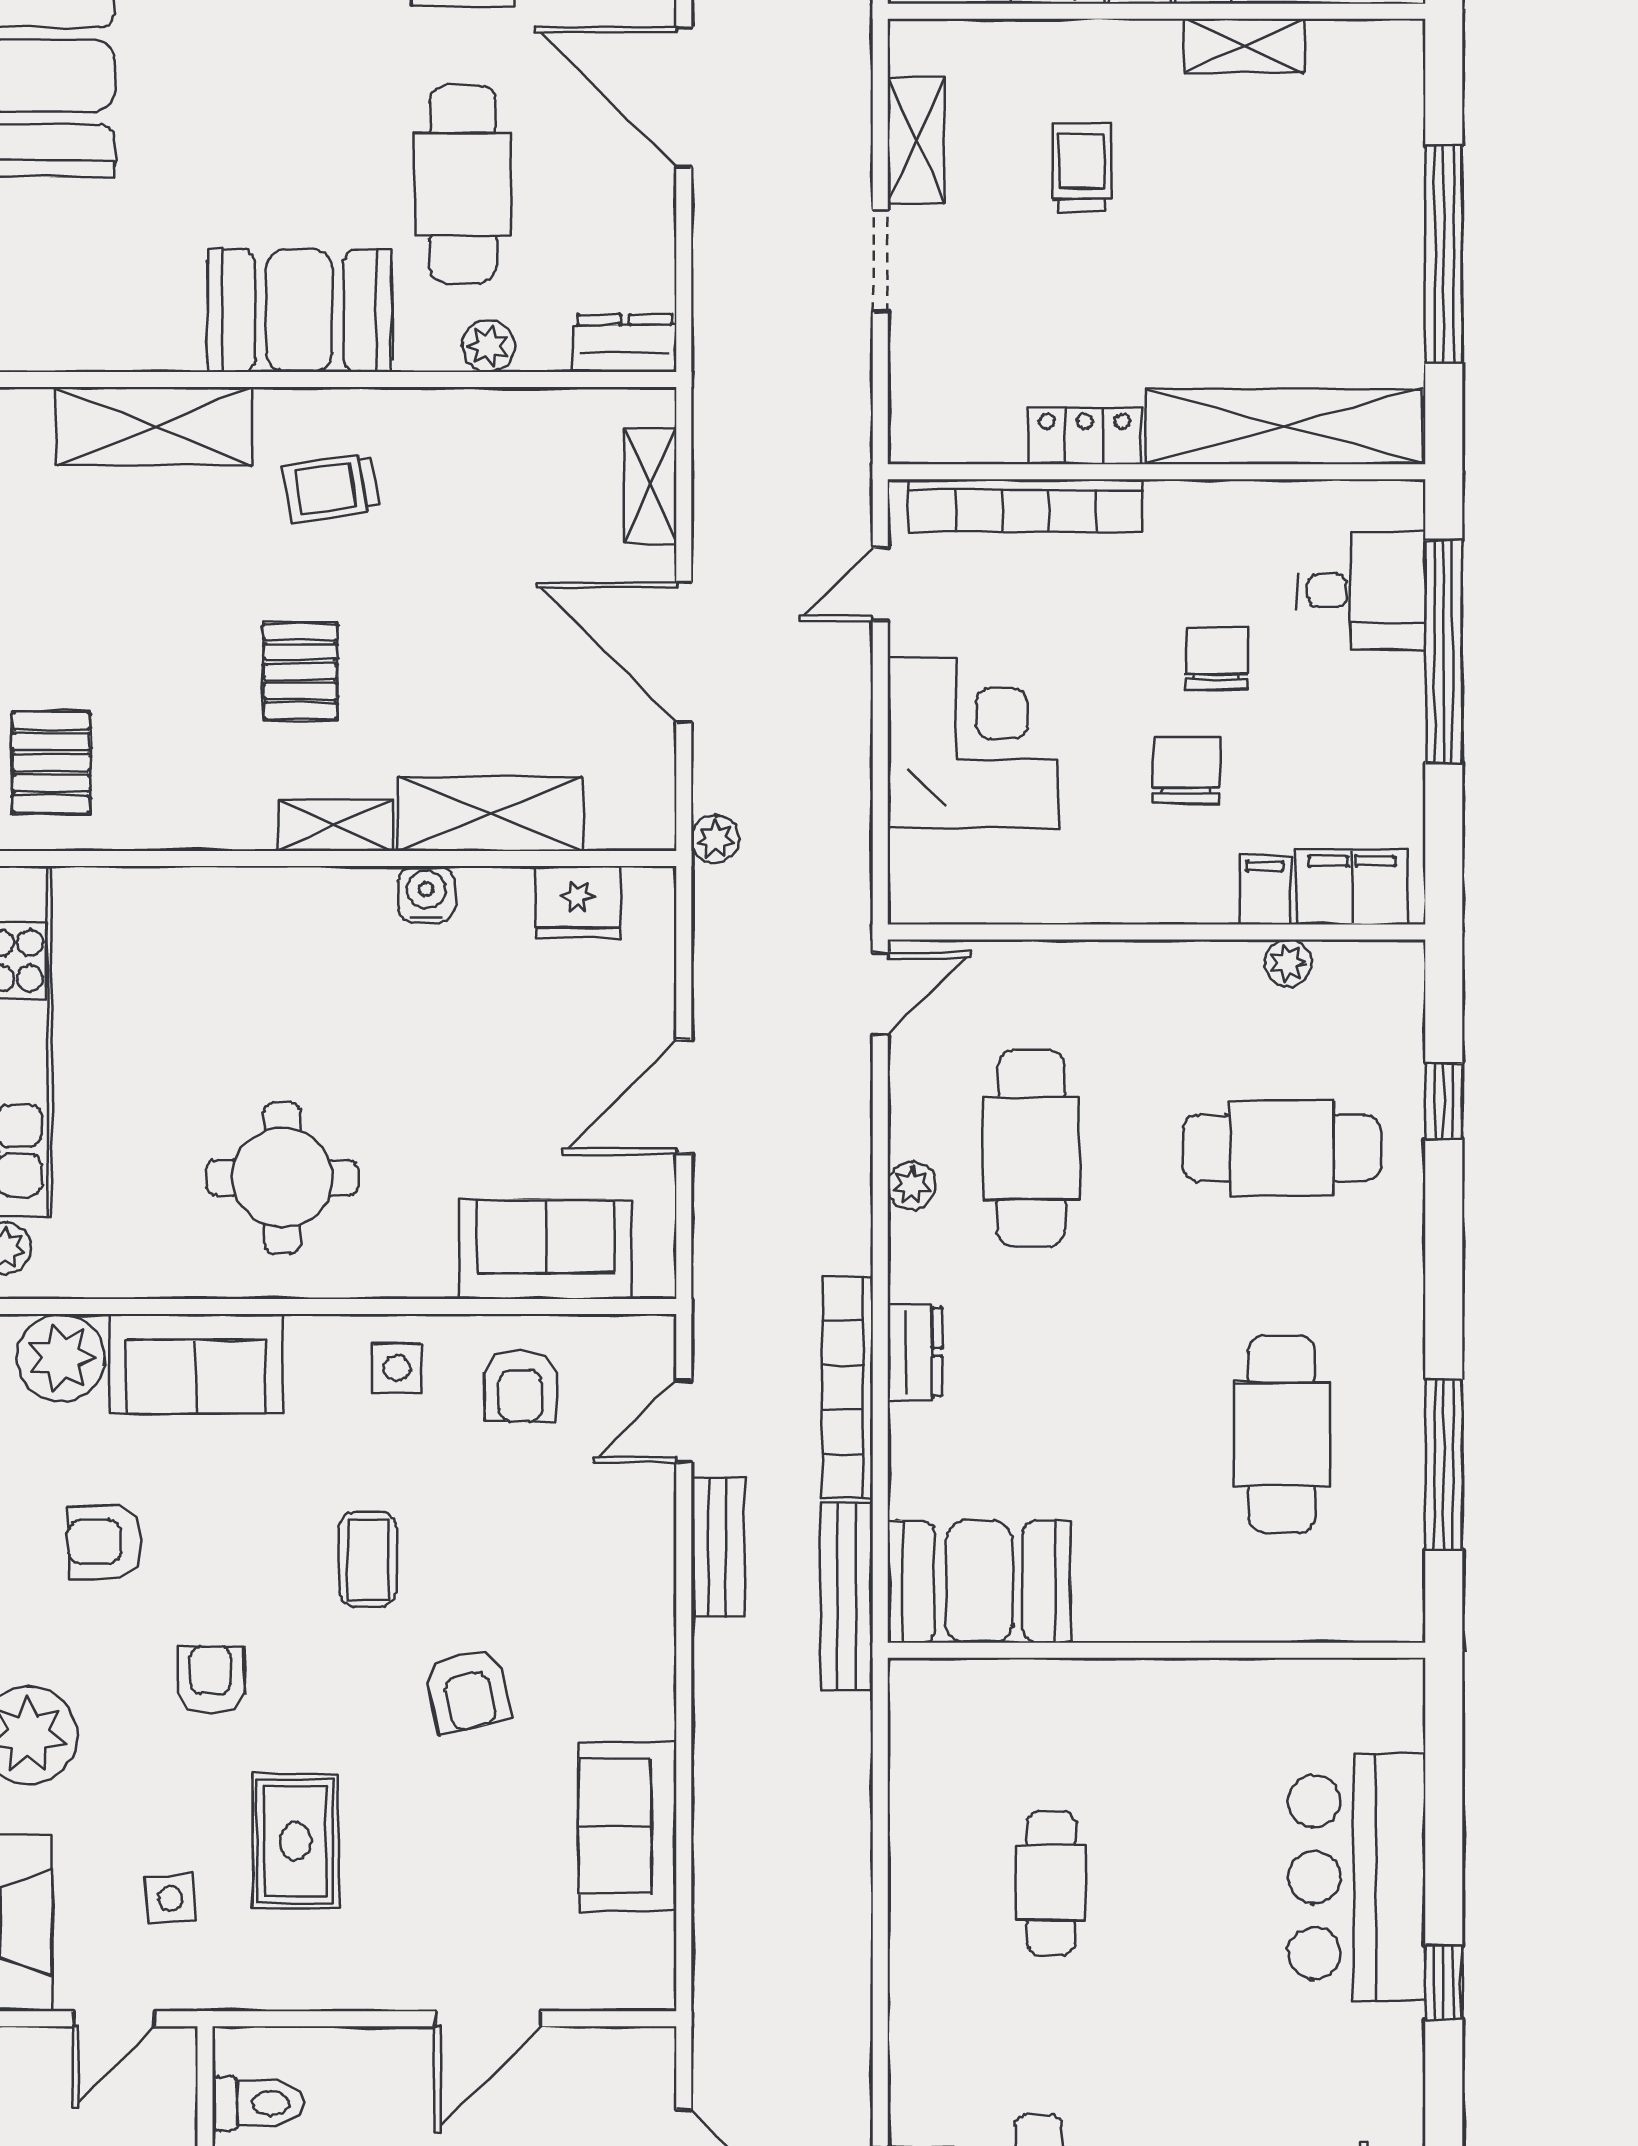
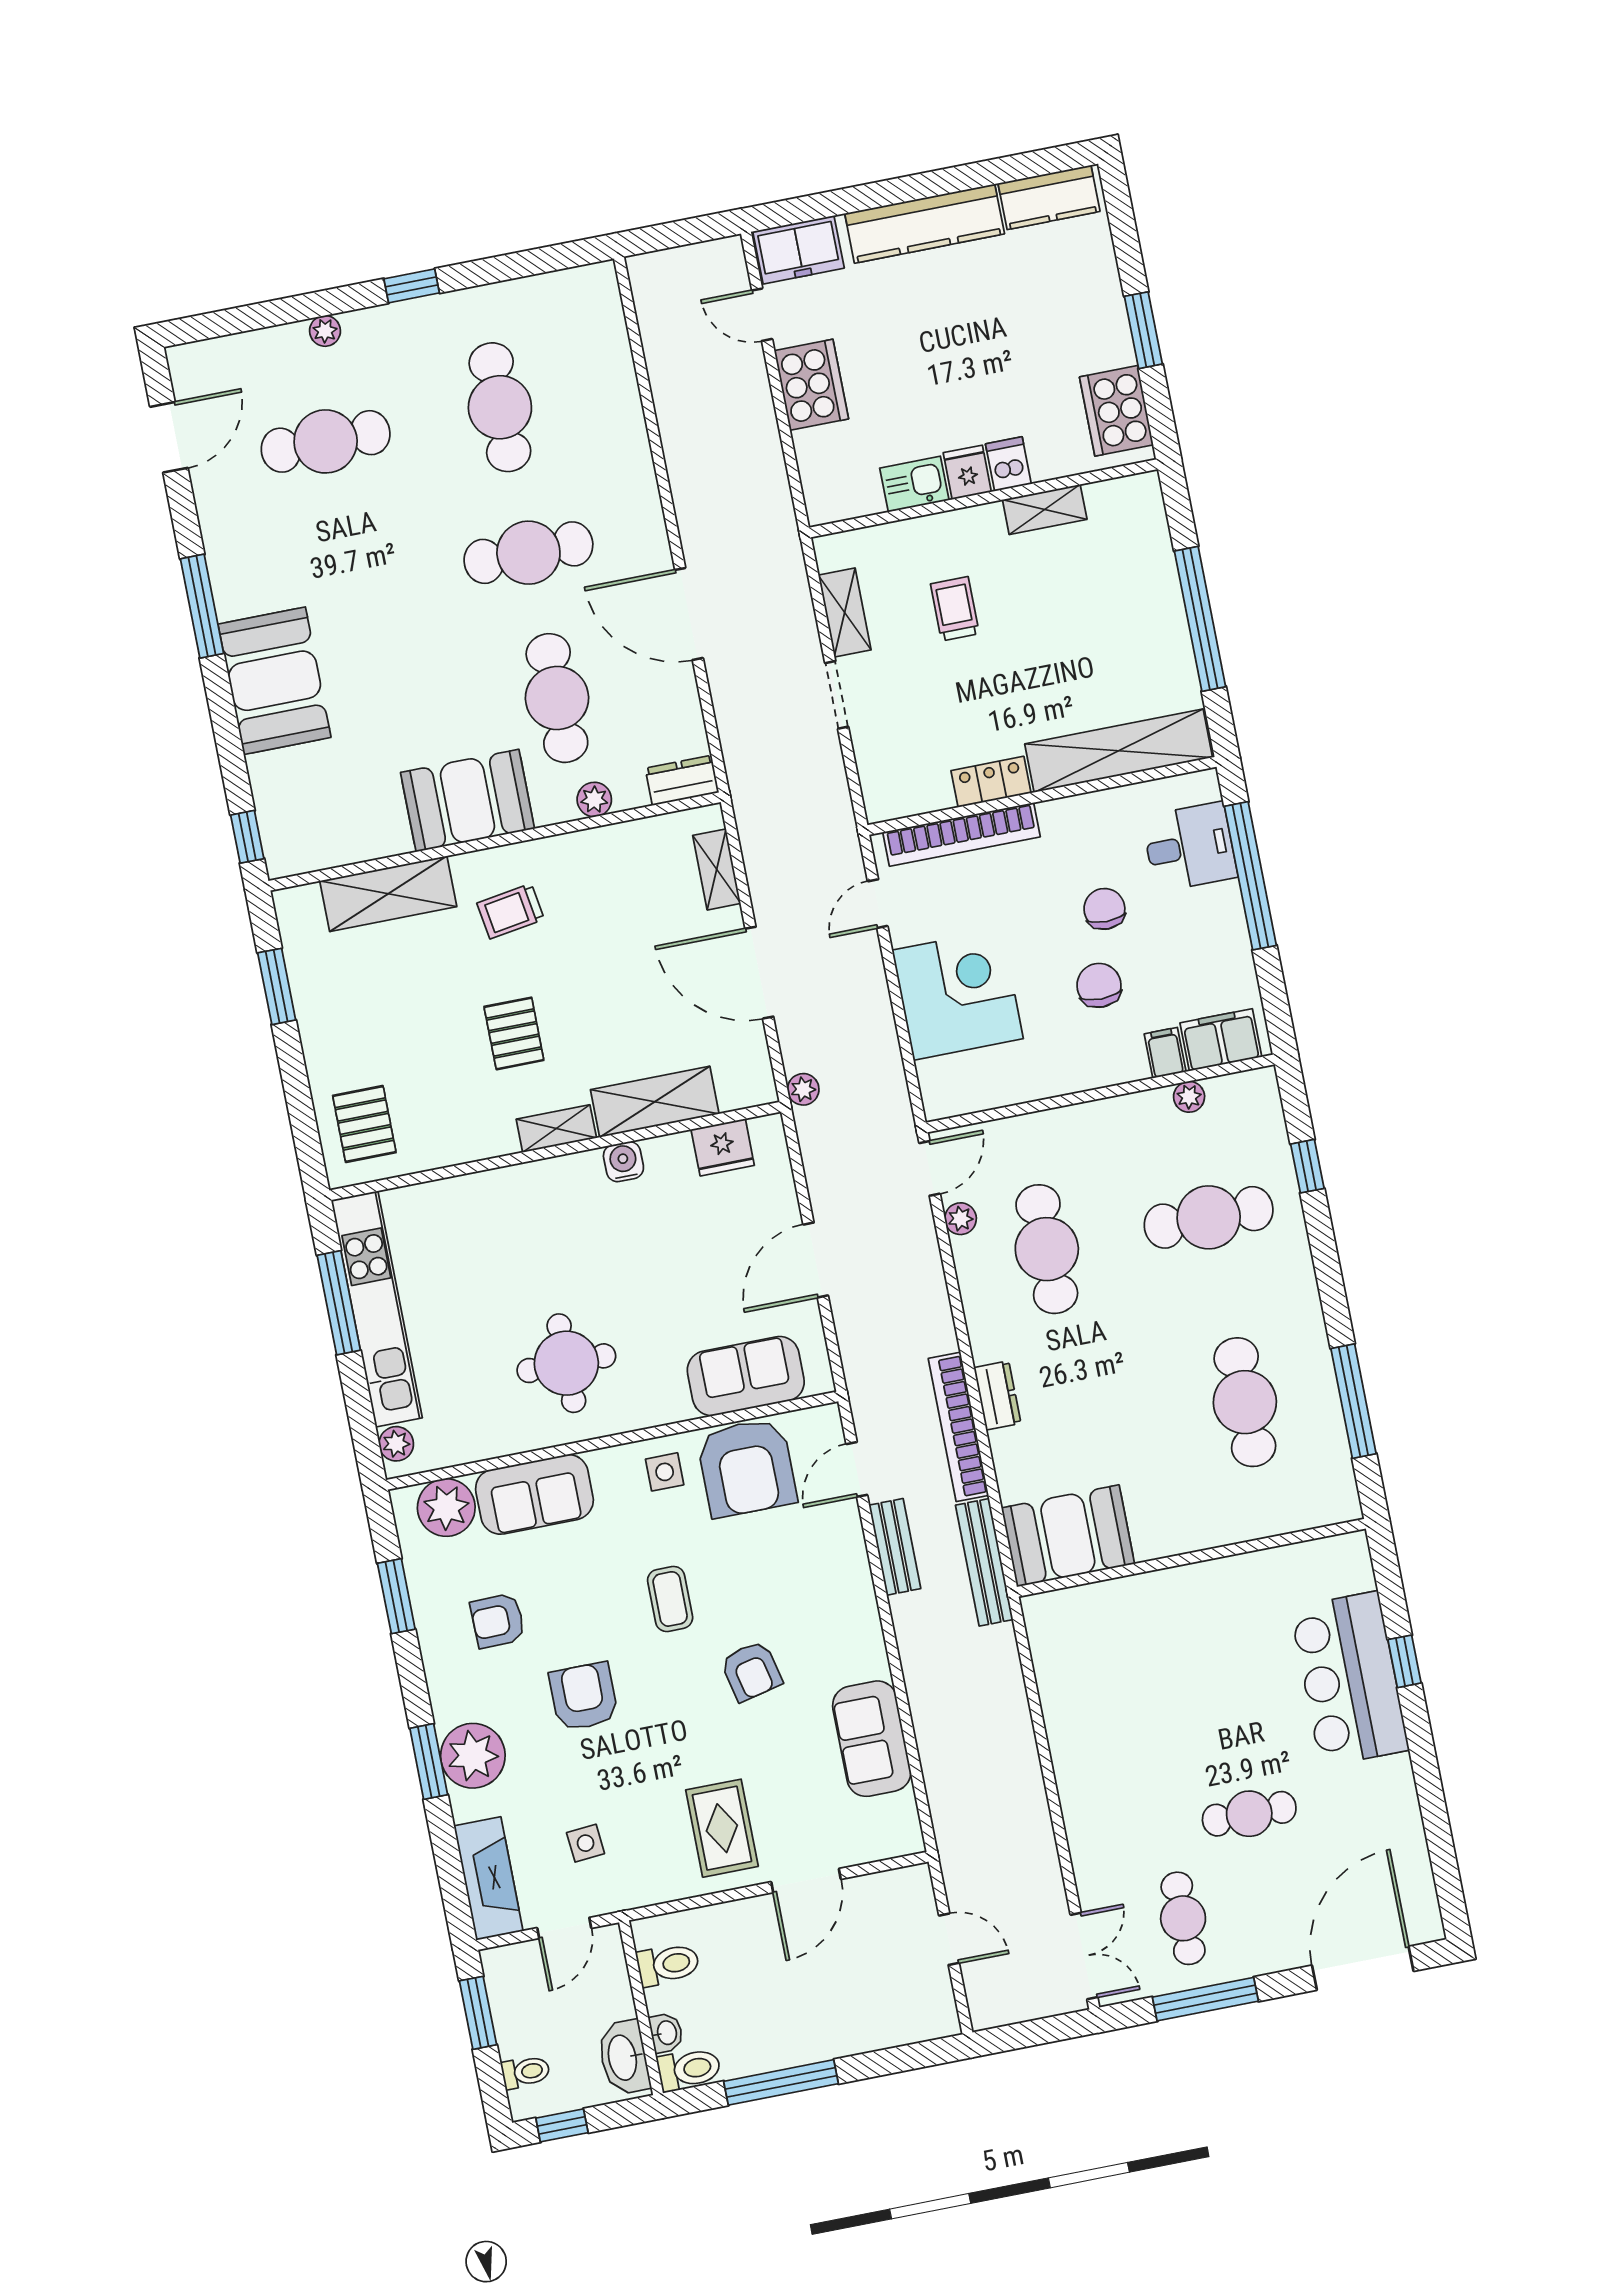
plant: (912, 1186) -> (961, 1219), moved
armchair: (520, 1386) -> (747, 1468), width x1.88, depth x1.88
armchair: (210, 1680) -> (584, 1697), width x1.38, depth x1.38
rug: (295, 1841) -> (722, 1828), moved
cafe table: (1051, 1883) -> (1249, 1814), moved, turned 90
window: (1444, 1983) -> (1405, 1661), moved

